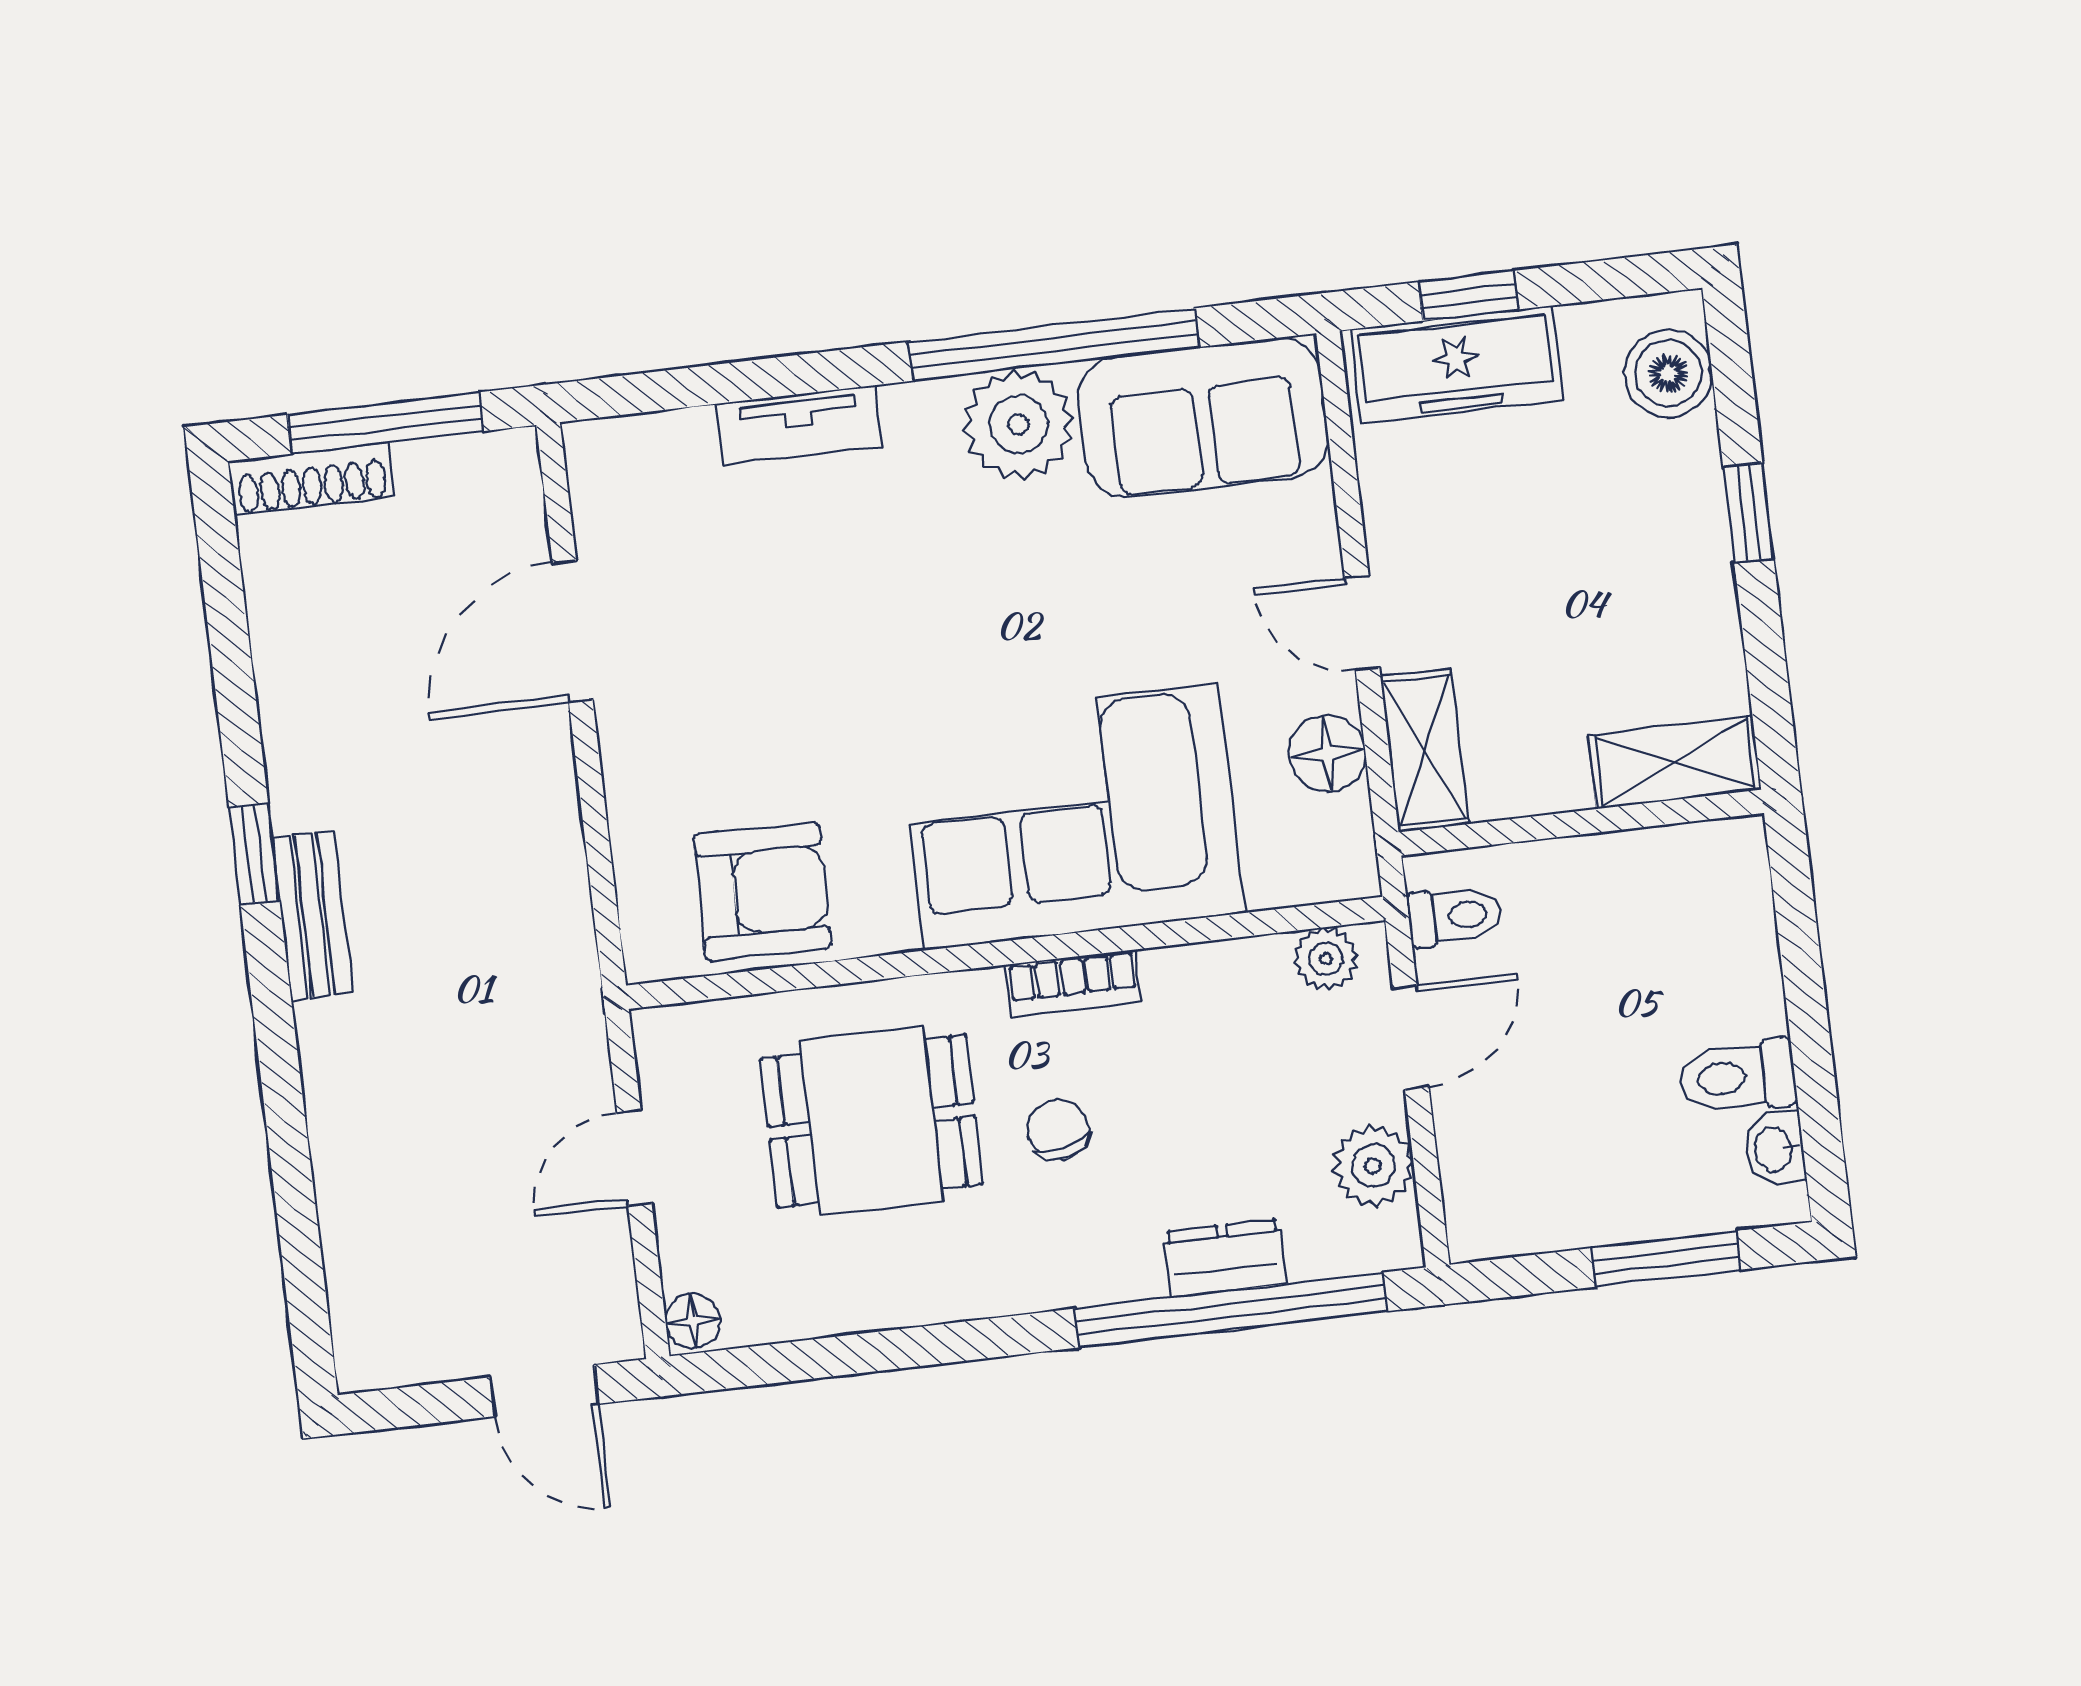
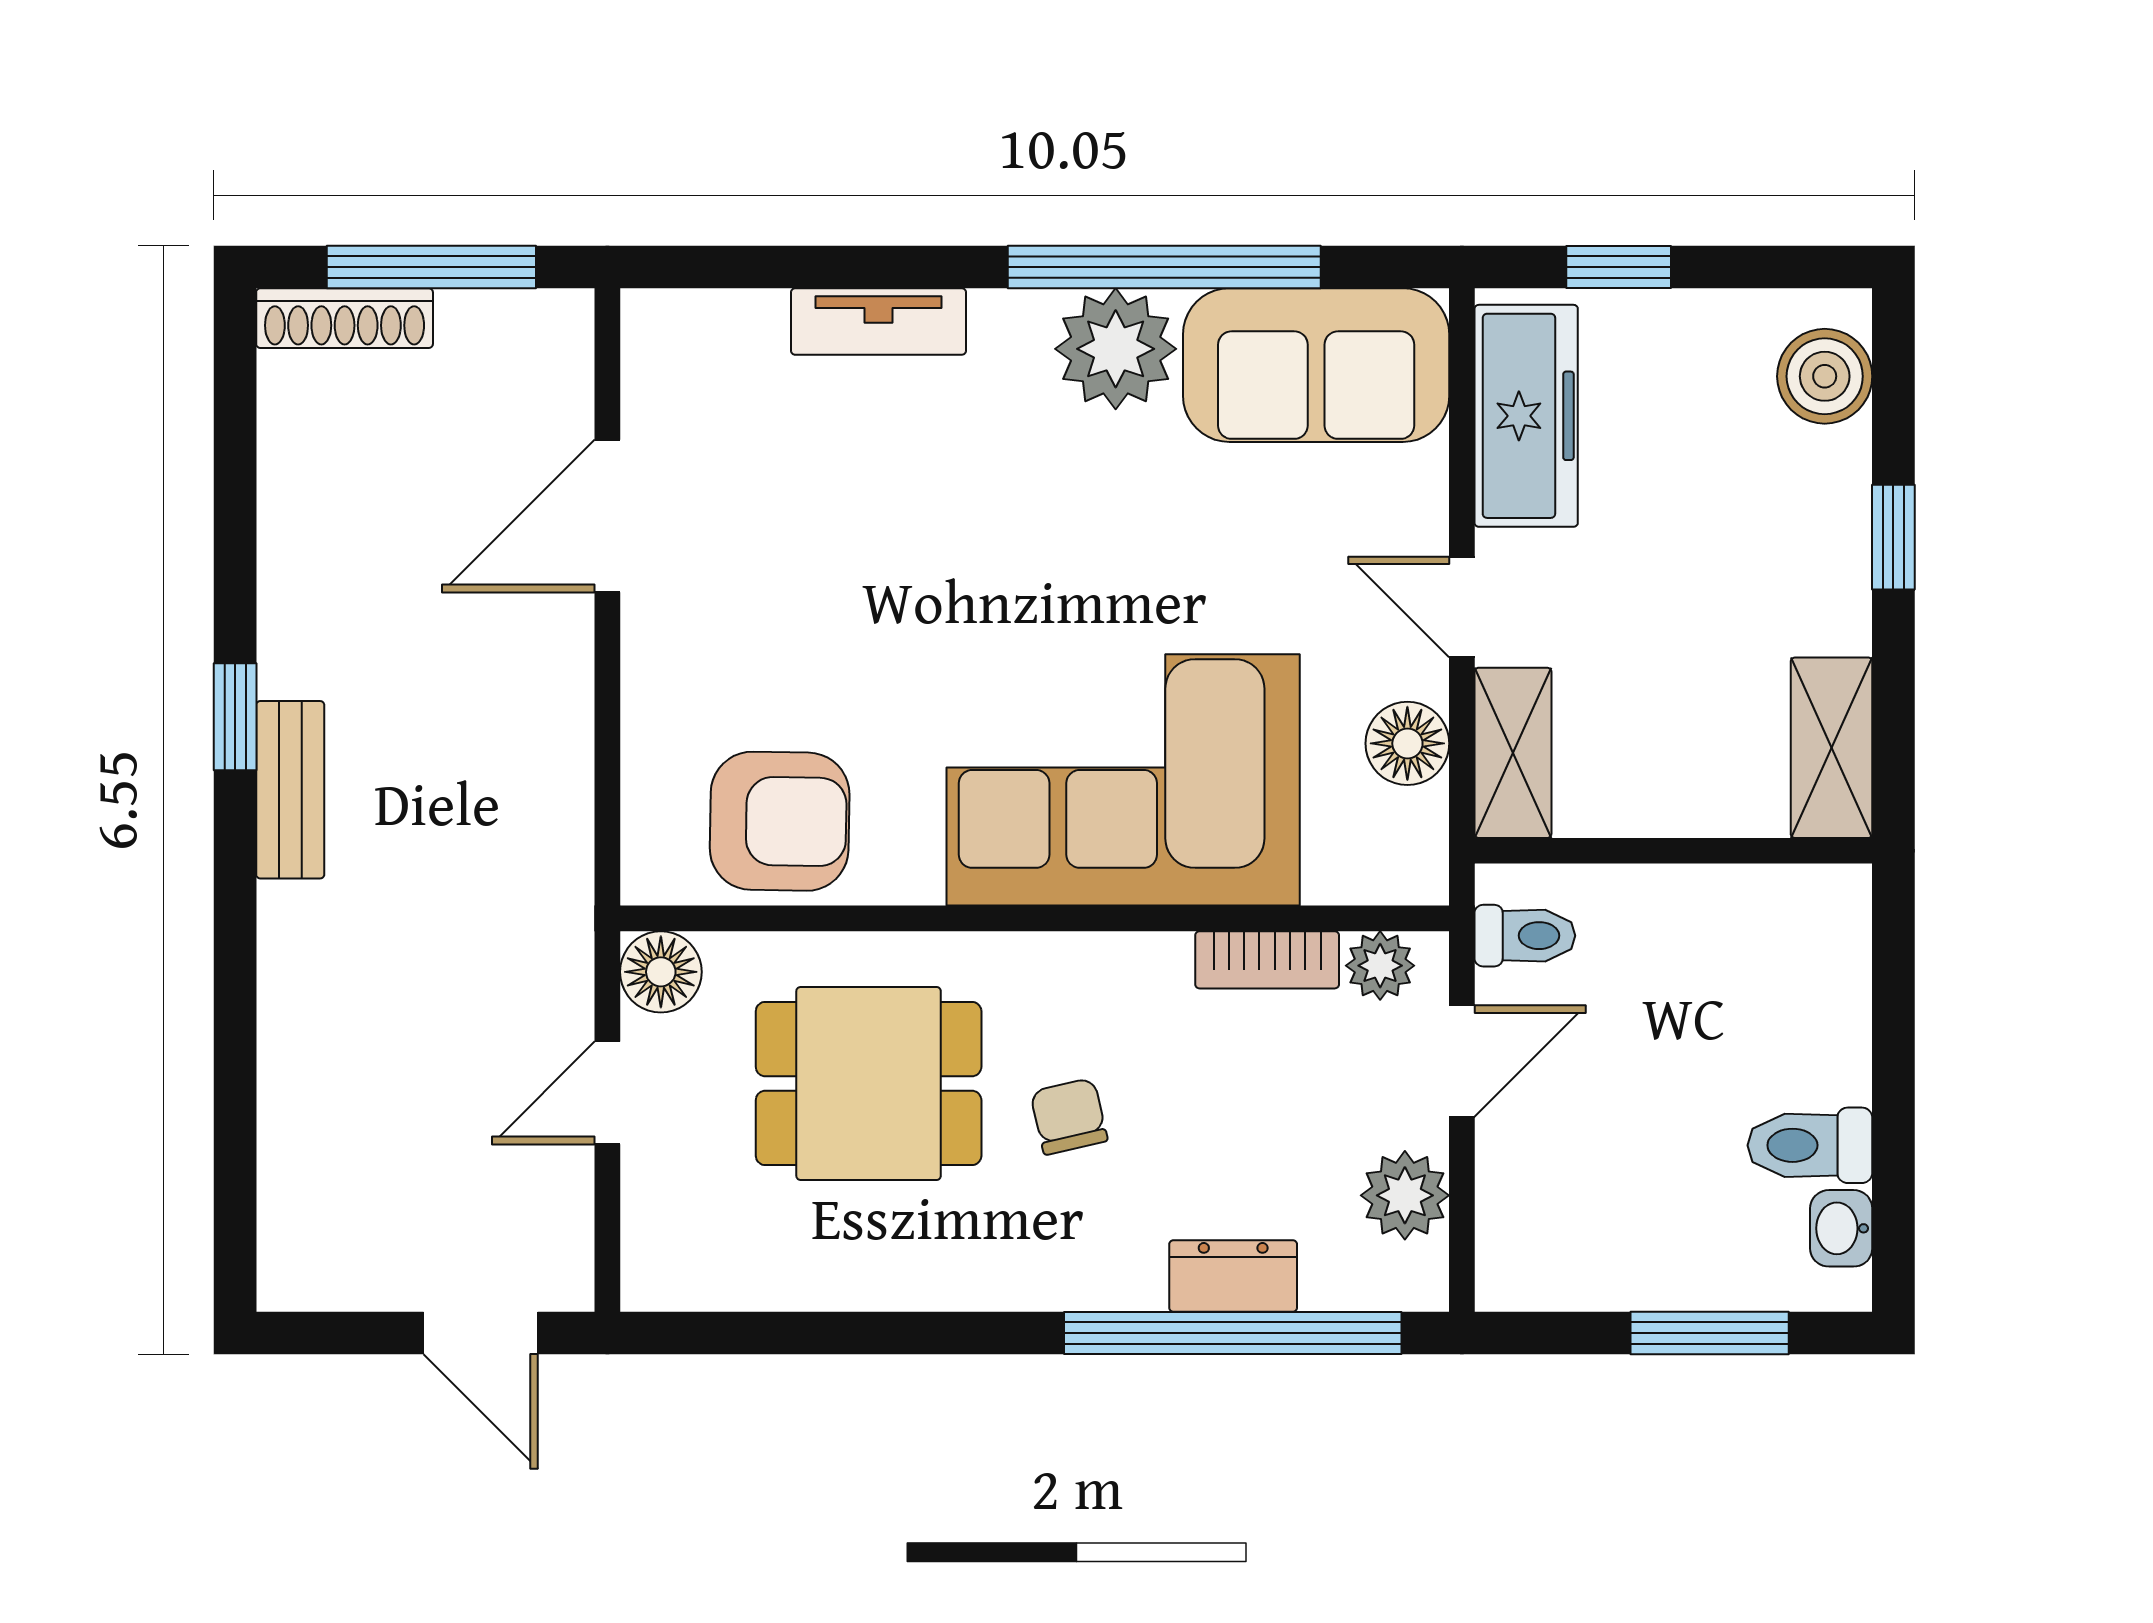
freezer: (1457, 364) -> (1526, 416), moved, turned -90
shelving: (1675, 762) -> (1832, 748), moved, turned 90
bookcase: (1073, 983) -> (1267, 960), moved
floor lamp: (693, 1321) -> (661, 972), moved, width x1.37, depth x1.37

